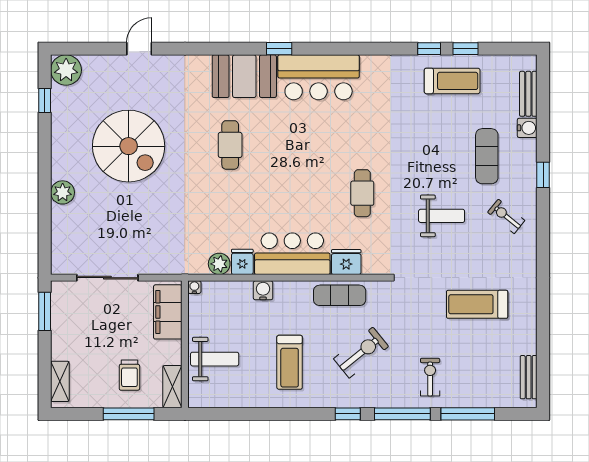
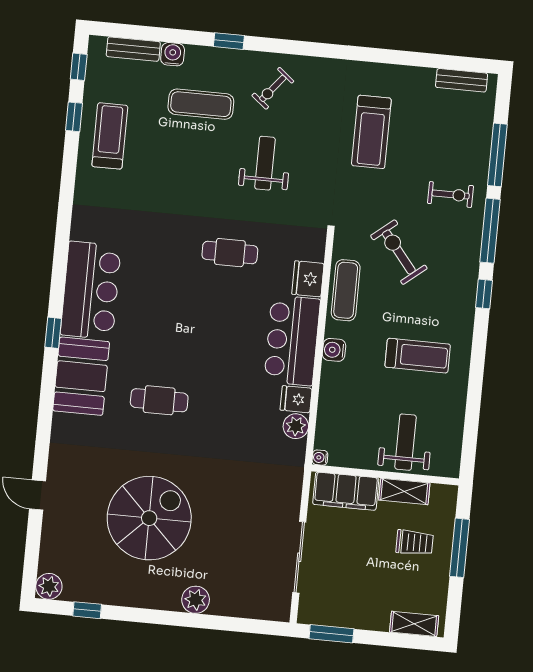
window: (429, 49) -> (79, 67), moved
plant: (66, 70) -> (49, 586), width x0.73, depth x0.73
water cooler: (263, 290) -> (334, 350), moved
exercise bike: (361, 353) -> (399, 252), moved
exercise bike: (430, 377) -> (451, 195), turned 180
shelving: (172, 387) -> (404, 491), moved

